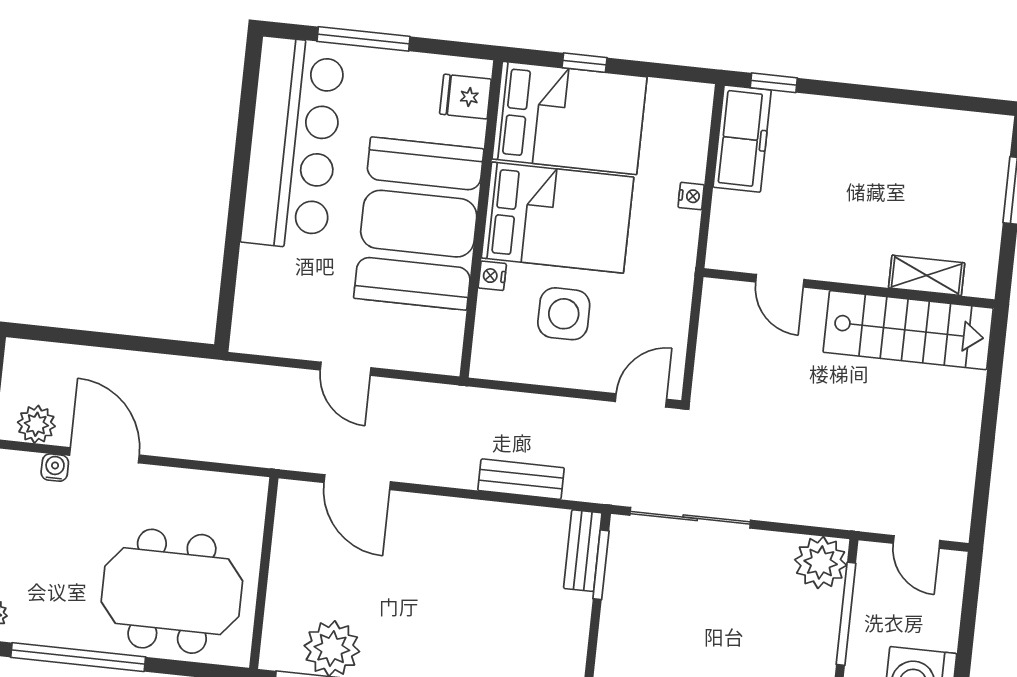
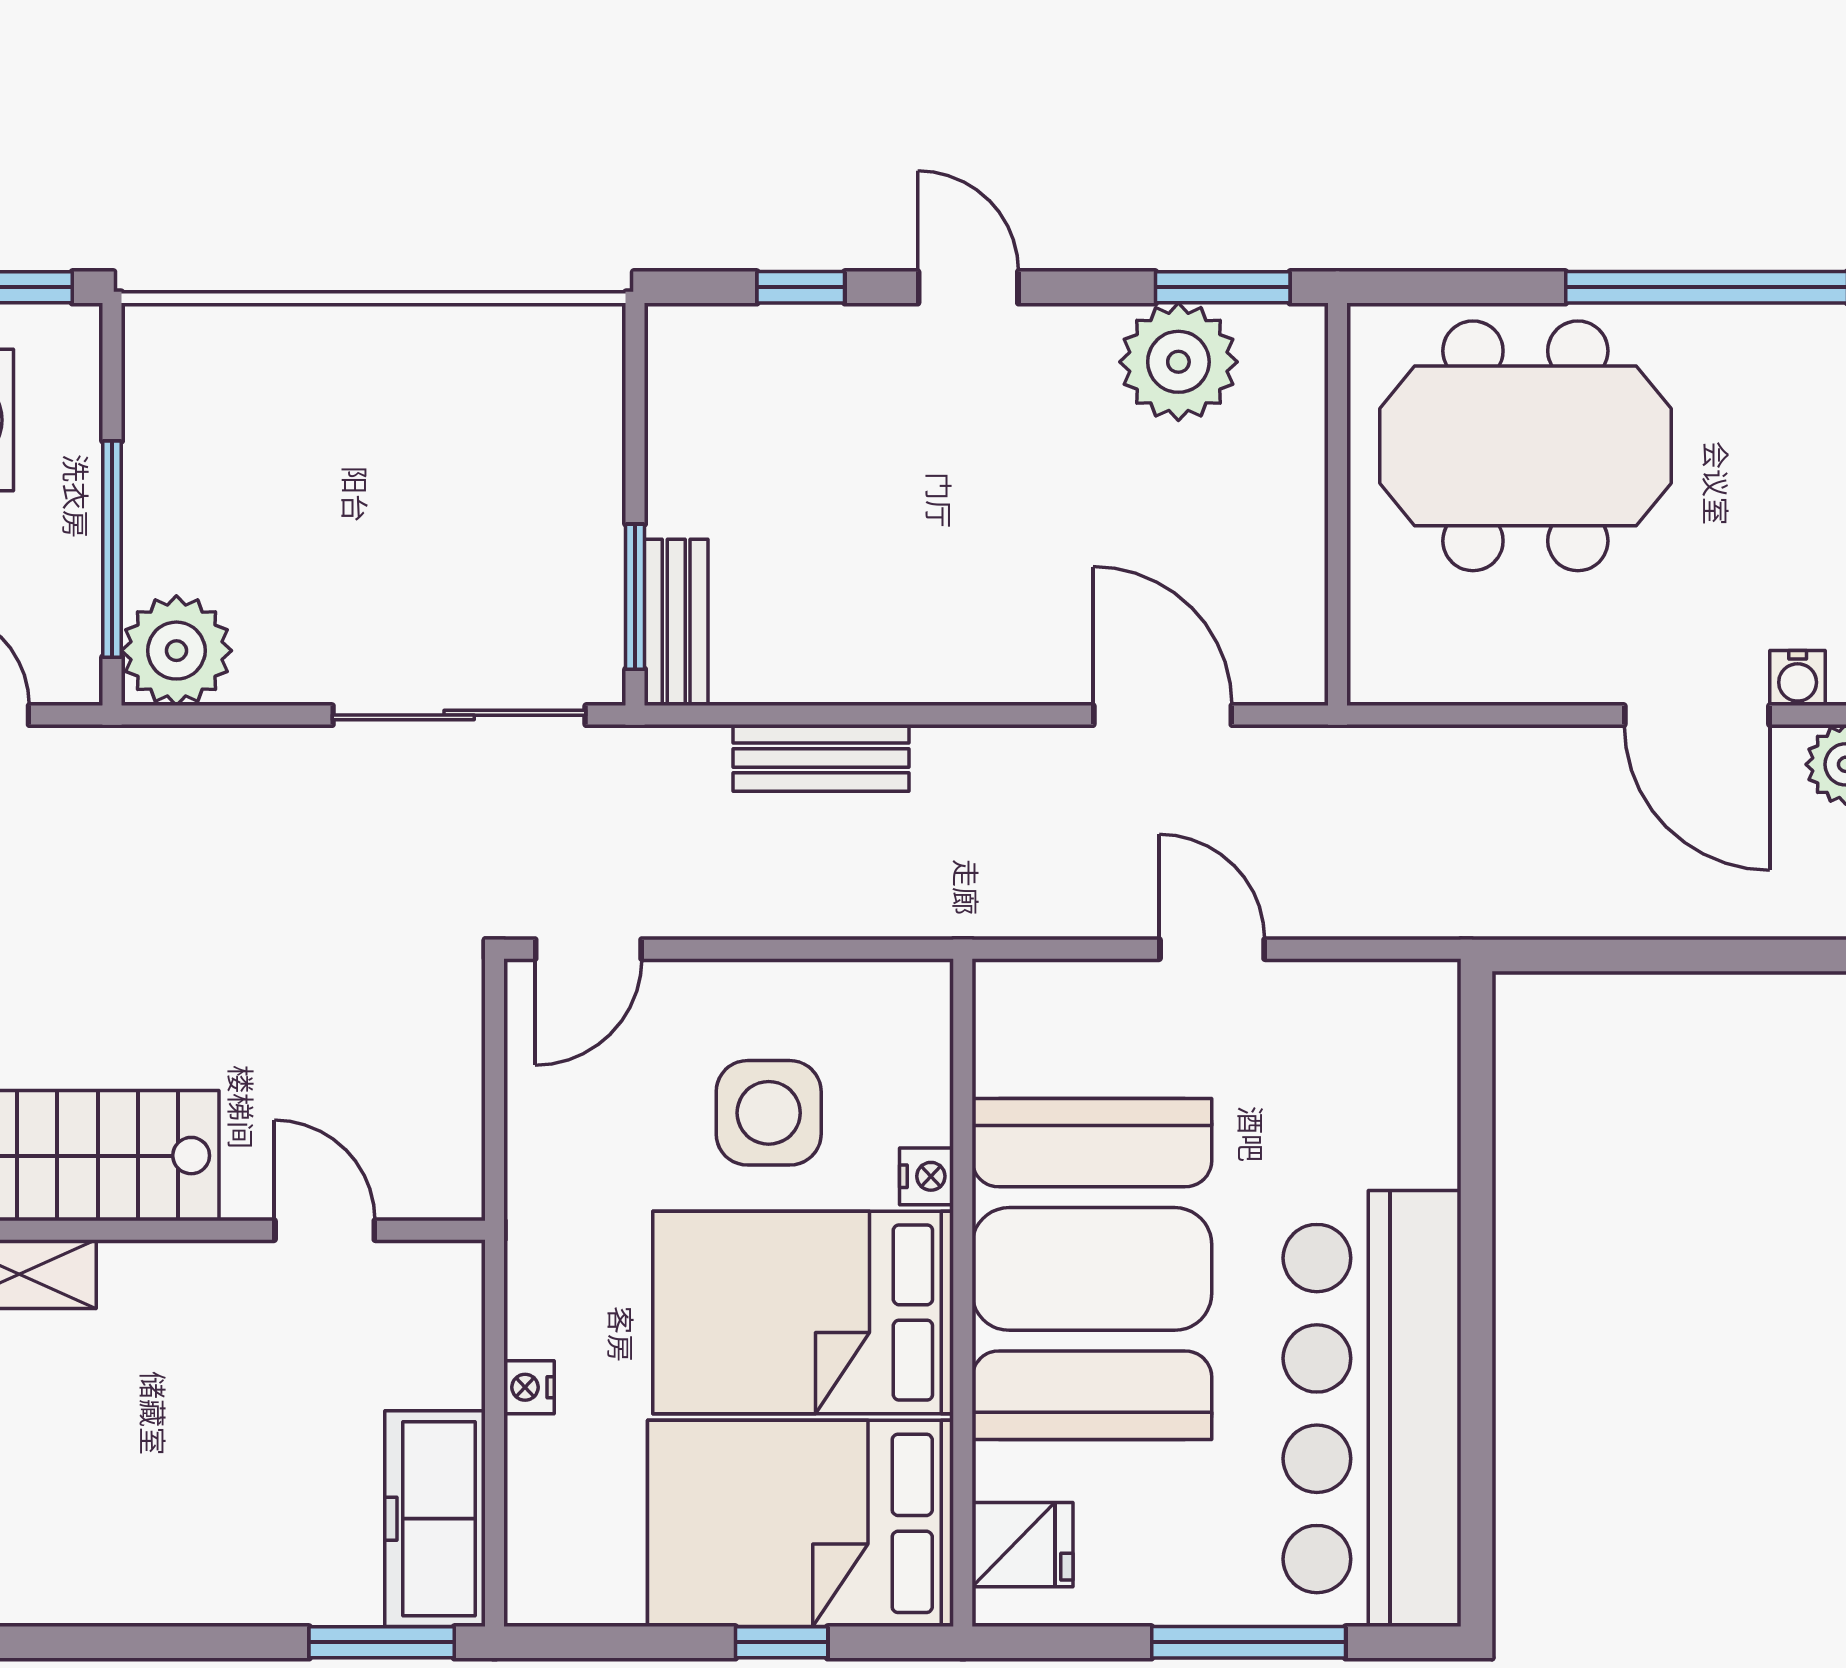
window: (774, 83) -> (382, 1642), width x1.50

